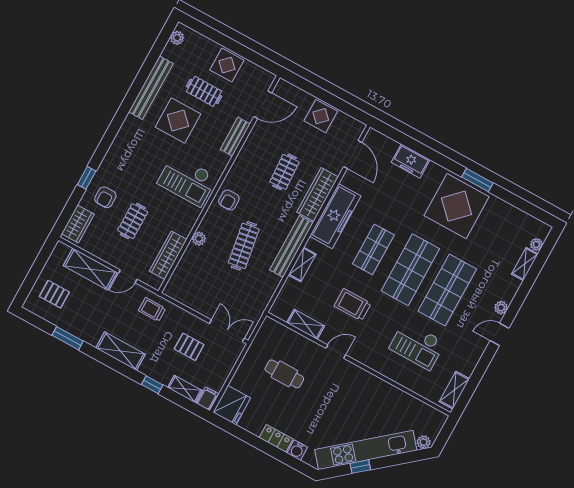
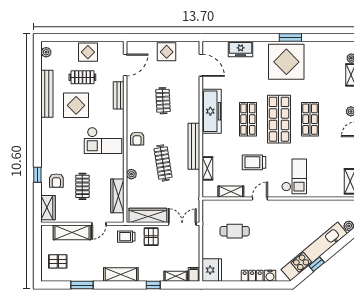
wardrobe: (318, 194) -> (148, 215), moved, turned 90
shelving: (302, 265) -> (207, 168), moved
shop shelf: (447, 290) -> (310, 119), width x0.70, depth x0.74
checkout: (417, 345) -> (294, 176), moved, turned -90
pallet: (189, 347) -> (151, 237), moved, turned 90

